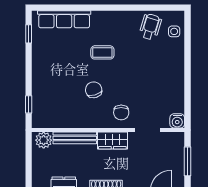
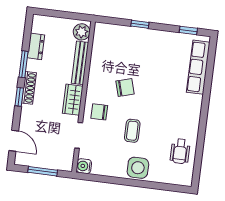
wheelchair: (150, 27) -> (180, 151), turned 73
side table: (174, 31) -> (138, 168), moved, width x1.87, depth x1.87
coffee table: (102, 52) -> (132, 131), moved
window: (29, 104) -> (140, 24), moved

